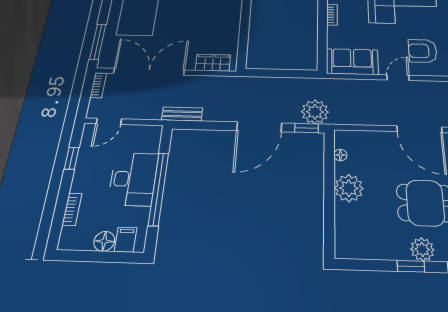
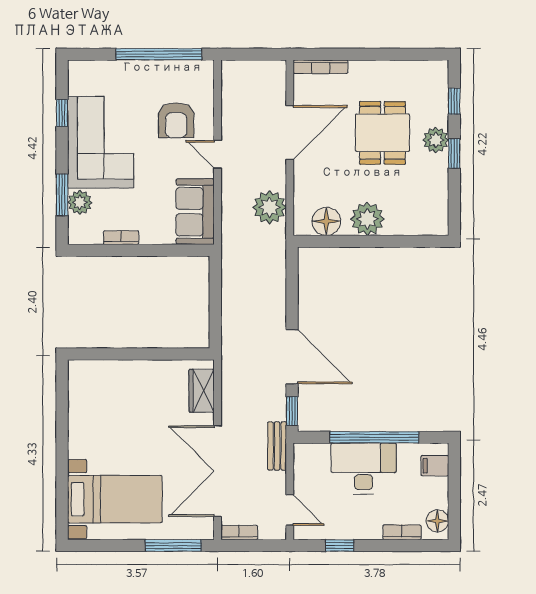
plant: (315, 112) -> (270, 207), moved
bench: (182, 114) -> (277, 446), moved
door: (259, 127) -> (292, 357), moved
window: (306, 128) -> (292, 411), moved
floor lamp: (340, 155) -> (326, 221), width x1.89, depth x1.89
floor lamp: (104, 241) -> (437, 521), moved

